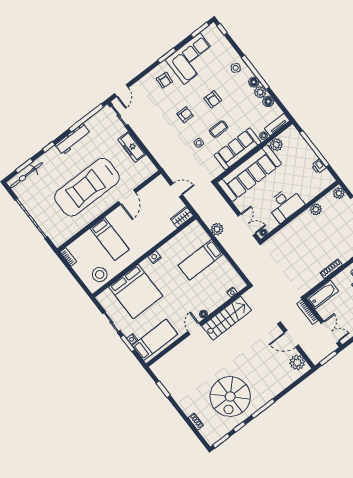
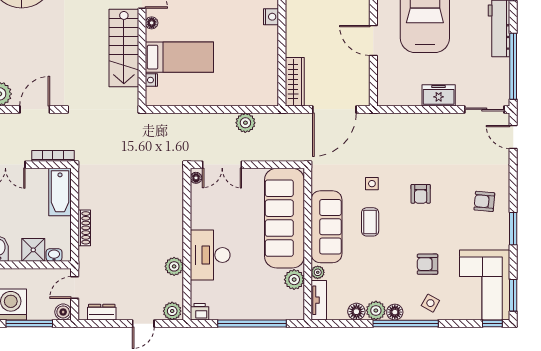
corner sofa: (192, 59) -> (485, 285), moved
armchair: (213, 99) -> (428, 264), moved
freezer: (132, 147) -> (439, 95), width x0.71
printer: (319, 166) -> (200, 312), moved
door: (176, 190) -> (334, 109), width x1.88
desk: (285, 204) -> (210, 255), moved
wardrobe: (182, 217) -> (295, 82), width x1.50
bed: (201, 260) -> (179, 57), moved, turned 90

